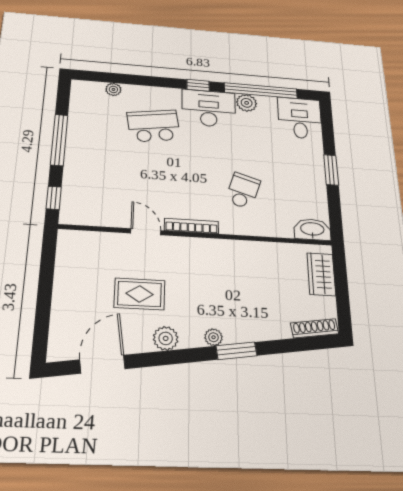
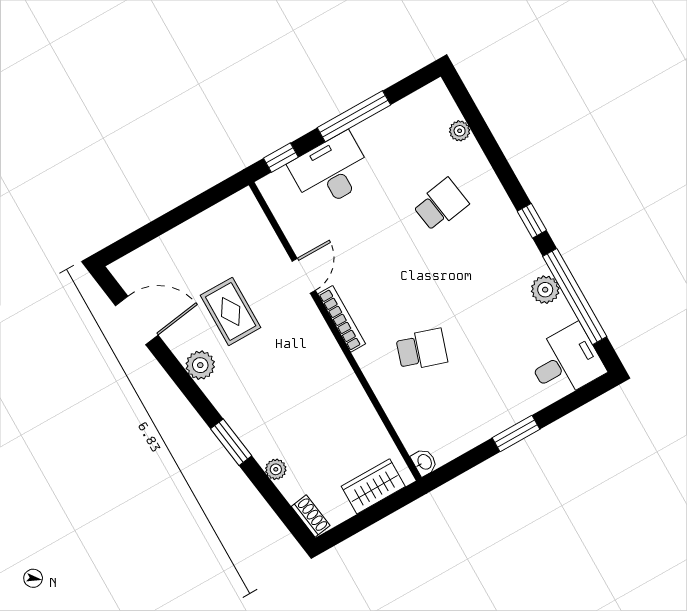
desk: (209, 108) -> (331, 171), moved, turned -90
school desk: (154, 126) -> (441, 205), width x0.54
washbasin: (312, 229) -> (424, 462), width x0.52, depth x0.69
shoe rack: (315, 328) -> (311, 516), width x0.70
plant: (214, 337) -> (276, 469), moved

